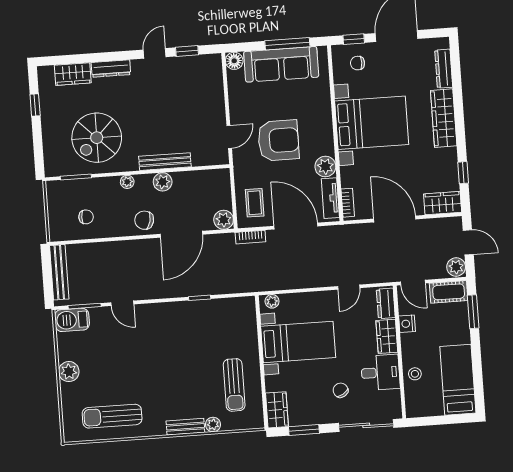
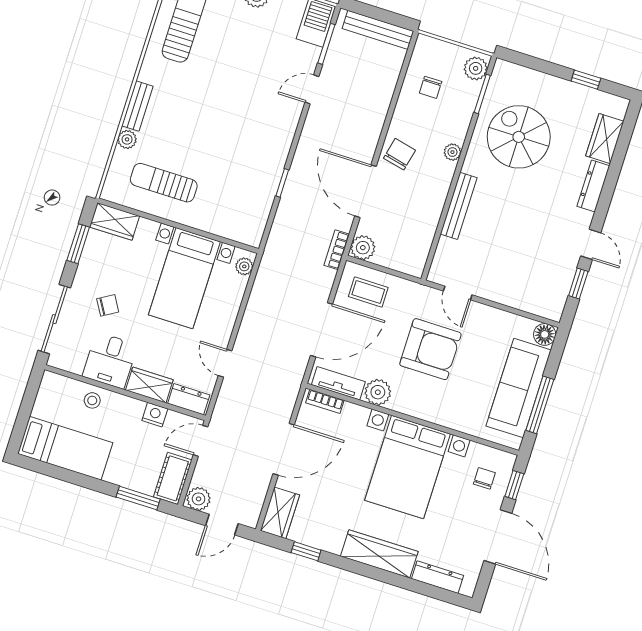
armchair: (278, 140) -> (430, 349), turned -90
plant: (163, 182) -> (476, 68), moved
bookcase: (250, 237) -> (337, 250), moved

